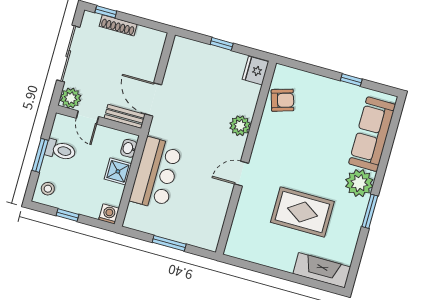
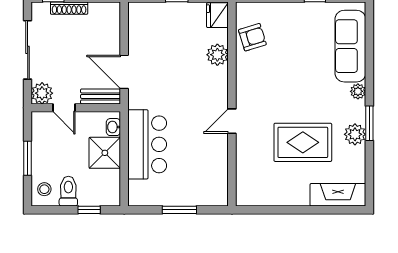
plant: (240, 126) -> (217, 55), moved
toilet: (60, 150) -> (68, 191), moved, turned -90
shower: (118, 171) -> (105, 153), width x1.36, depth x1.36
plant: (359, 183) -> (358, 91), width x0.53, depth x0.53
washing machine: (109, 214) -> (112, 198), removed
window: (68, 215) -> (89, 210), moved
plant: (353, 218) -> (355, 134), added

